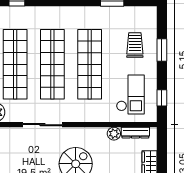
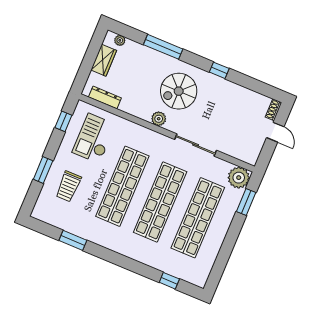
plant: (114, 134) -> (159, 119), moved

